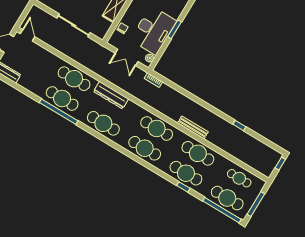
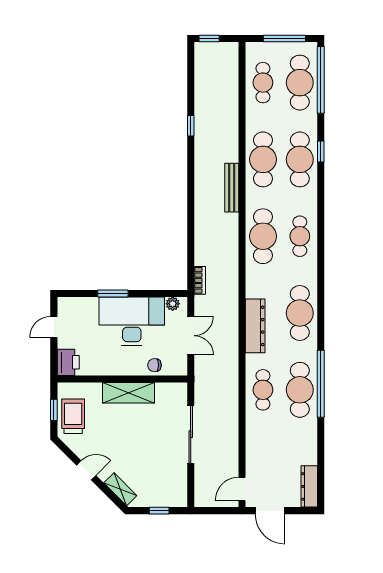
cafe table: (74, 79) -> (263, 390), width x0.73, depth x0.74
cafe table: (145, 148) -> (300, 236), width x0.73, depth x0.74

